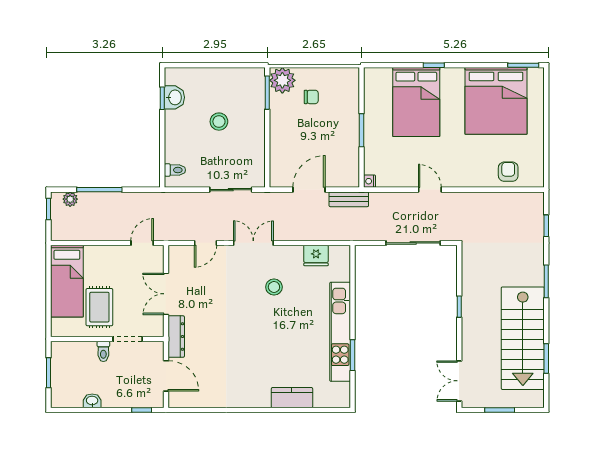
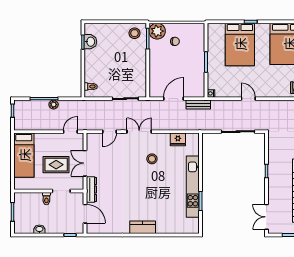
stool: (219, 122) -> (134, 33), moved
plant: (70, 199) -> (54, 105), moved
rug: (99, 307) -> (56, 165), moved, turned 90
kitchen counter: (292, 398) -> (143, 227), moved

